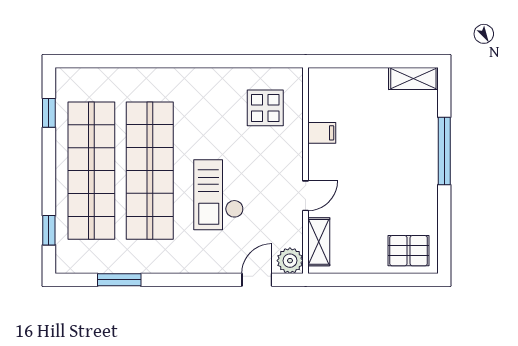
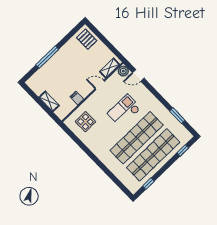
shelving: (413, 79) -> (49, 101), moved
checkout: (219, 195) -> (124, 111), turned 180

